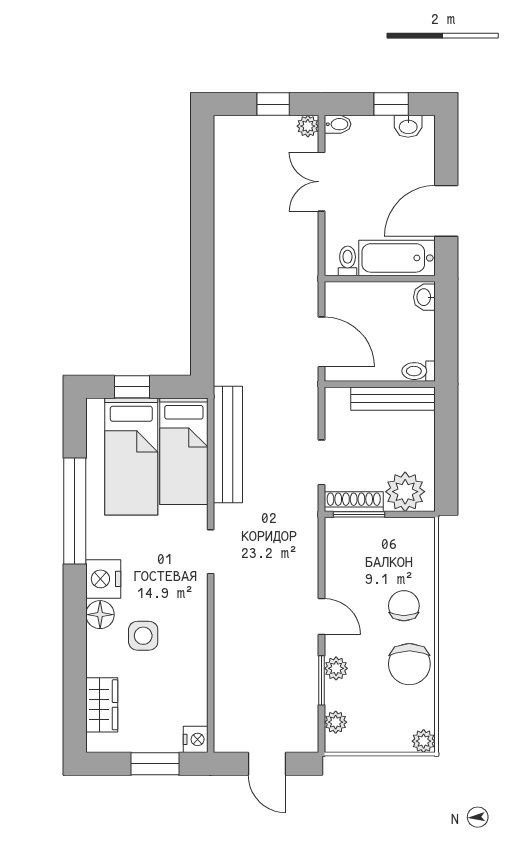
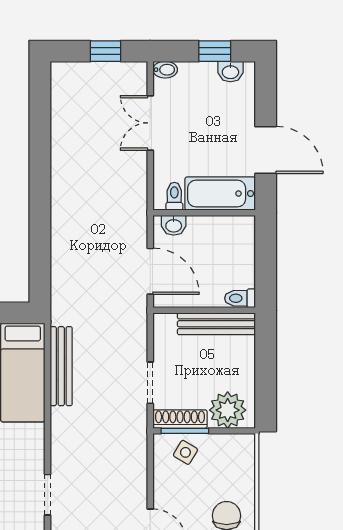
plant: (308, 126) -> (137, 71), removed
door: (446, 211) -> (266, 150), swing flipped
washbasin: (424, 297) -> (174, 225), moved, turned -90
bench: (228, 444) -> (61, 366), width x0.73, depth x0.82
side table: (360, 537) -> (185, 452), added
doorway: (211, 552) -> (48, 495), moved

